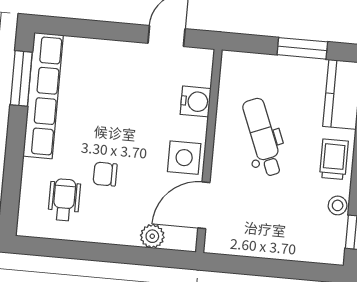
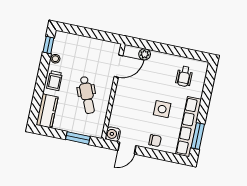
window: (302, 48) -> (78, 138), moved
water cooler: (196, 101) -> (113, 134), moved
side table: (184, 158) -> (162, 109), moved
chair: (105, 174) -> (155, 141), moved

